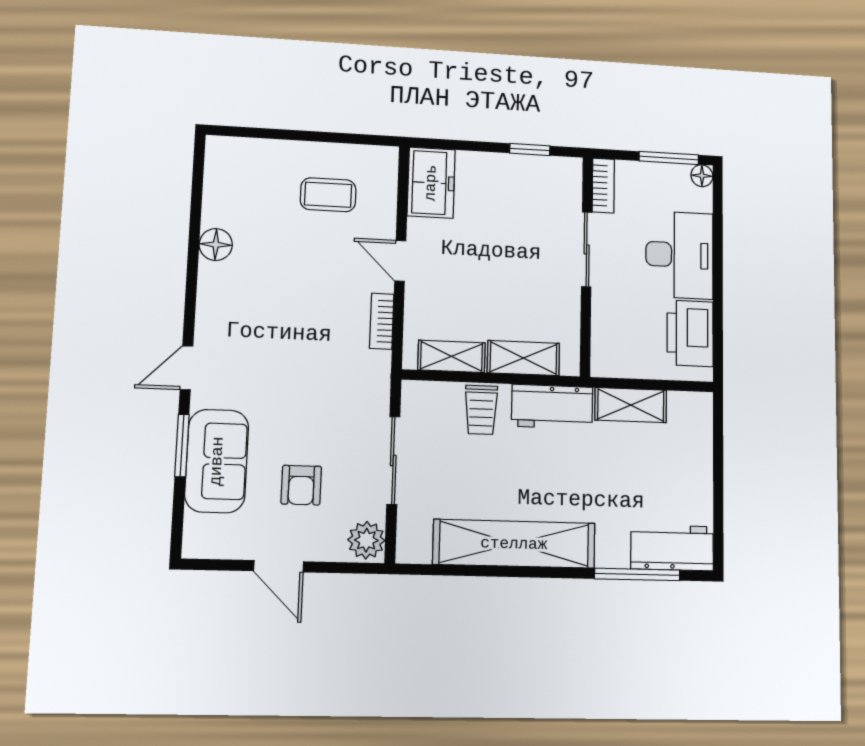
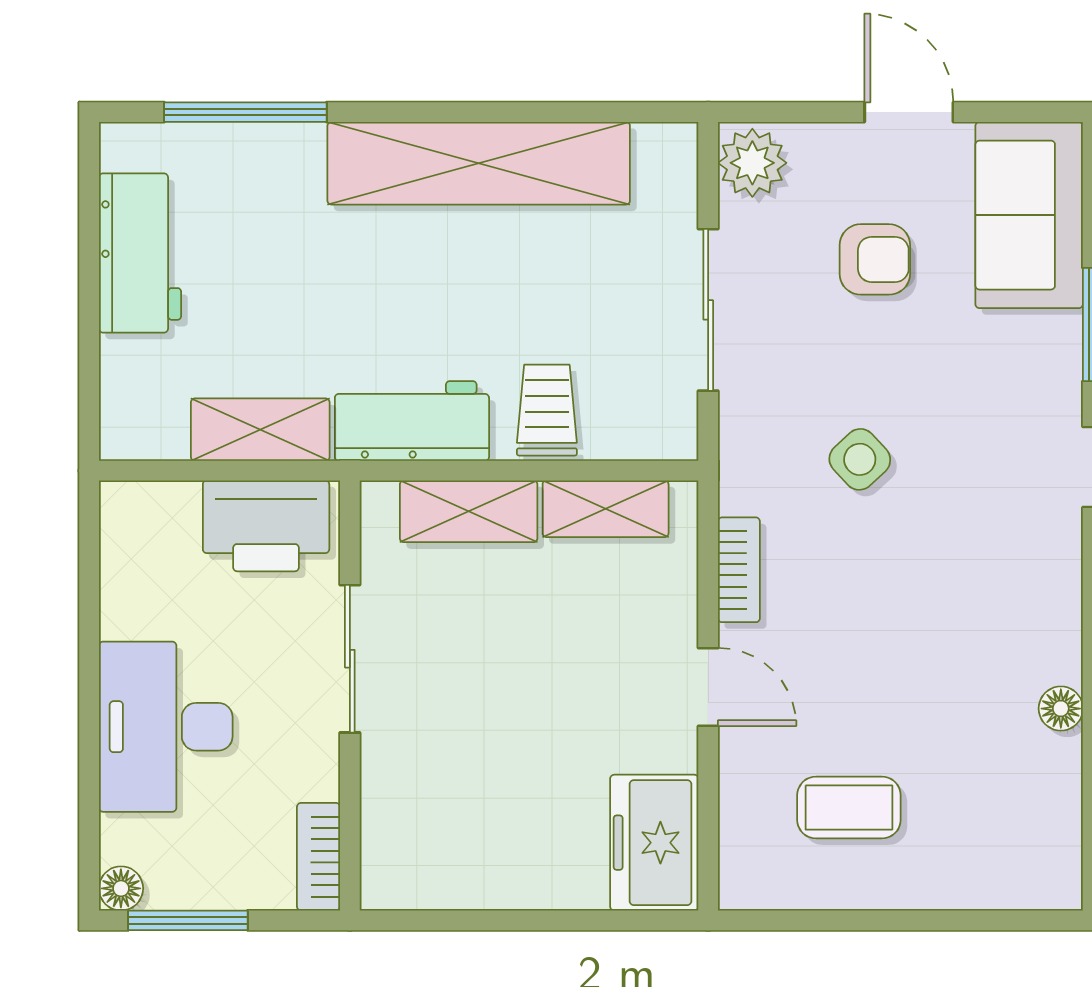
window: (530, 149) -> (464, 920), removed
floor lamp: (216, 245) -> (1061, 709), width x0.73, depth x0.73
sliding door: (587, 249) -> (350, 659), moved
printer: (690, 333) -> (266, 526), moved, turned 90
side table: (314, 377) -> (860, 459), added
sofa: (217, 461) -> (1029, 215), moved
armchair: (301, 485) -> (875, 259), turned 90
workbench: (672, 548) -> (140, 253), moved, turned -90

